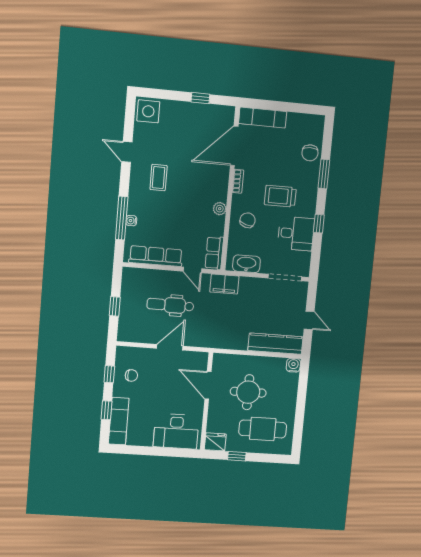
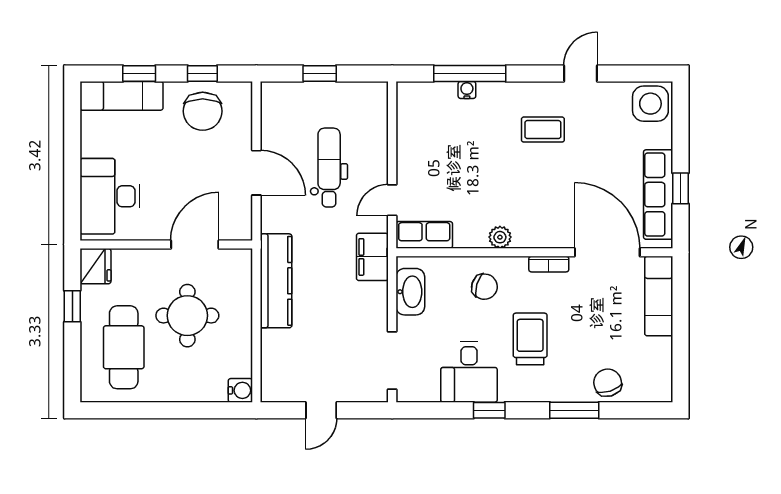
chair: (310, 153) -> (608, 383), turned 73
row of seats: (156, 256) -> (658, 195), moved, turned 180
kitchen counter: (275, 344) -> (276, 281), moved
chair: (131, 375) -> (203, 111), width x1.87, depth x1.87

